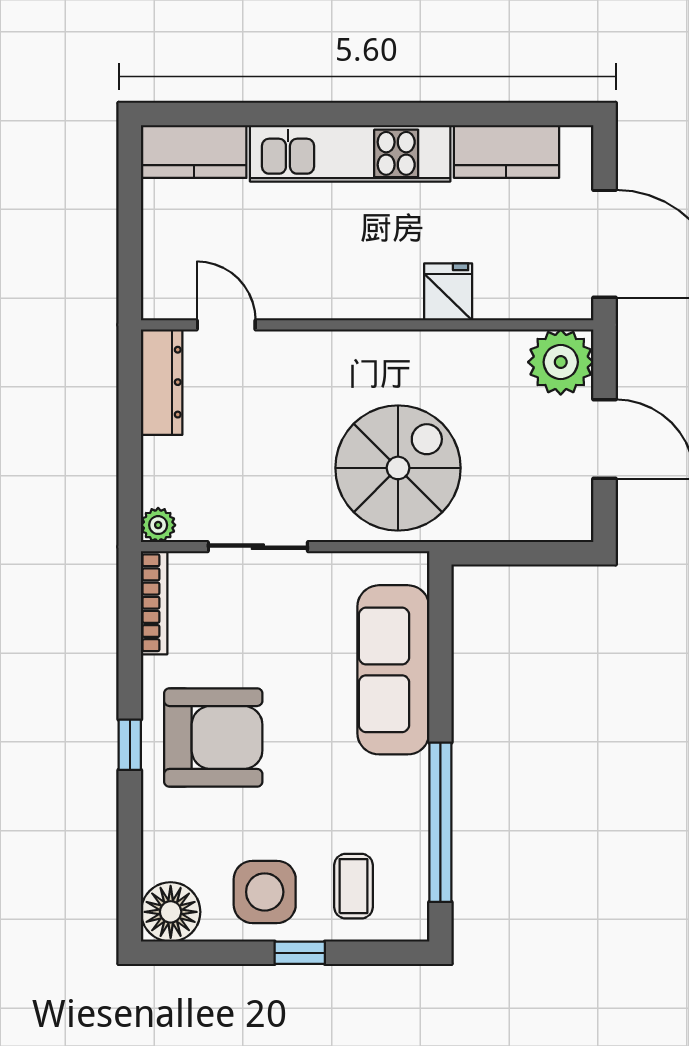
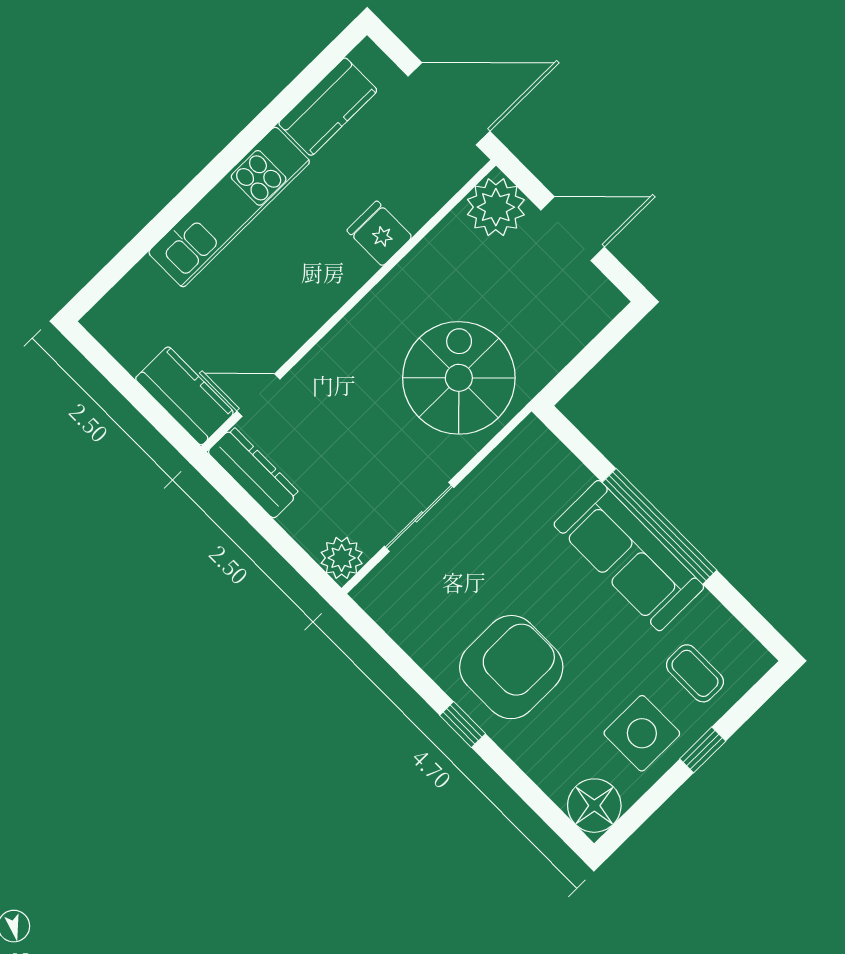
kitchen counter: (194, 152) -> (185, 396), moved, turned -90
plant: (158, 525) -> (342, 558), width x1.38, depth x1.38
bookcase: (154, 603) -> (388, 618), removed
sofa: (393, 670) -> (629, 556), moved
window: (440, 822) -> (659, 526), moved

